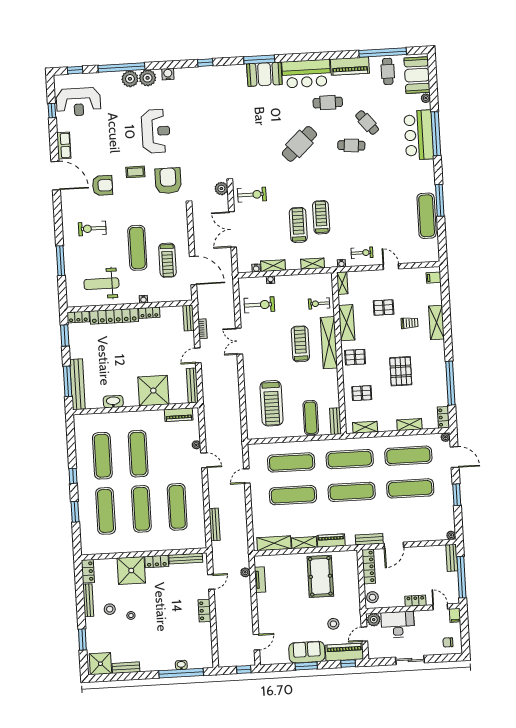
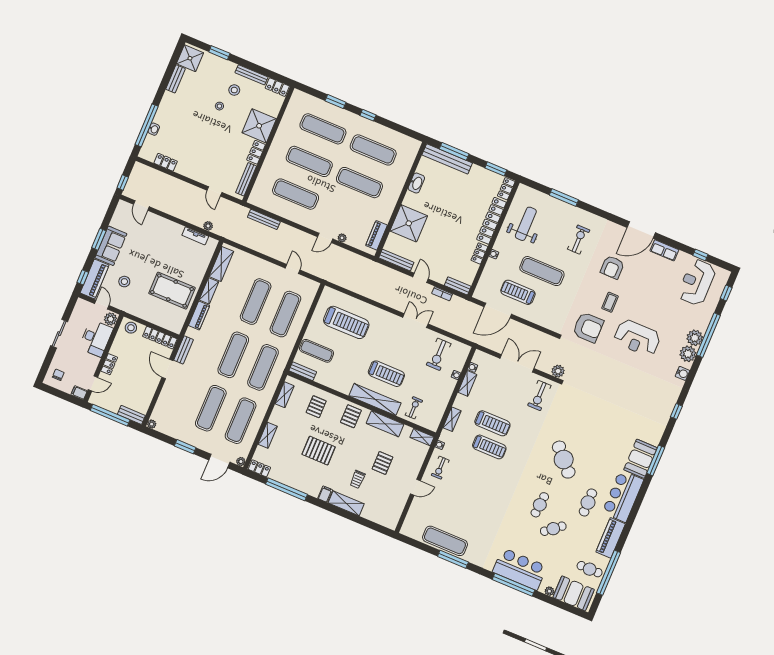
filing cabinet: (434, 278) -> (325, 494), moved
treadmill: (272, 403) -> (346, 322), turned 180
locker: (205, 611) -> (166, 162), moved

